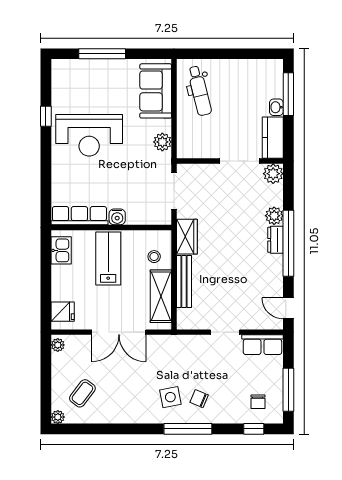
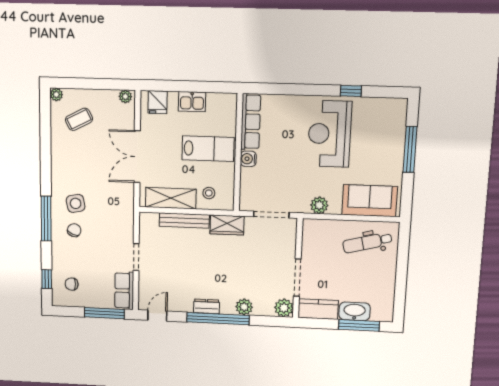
washbasin: (276, 107) -> (355, 311), width x1.91, depth x1.45
dresser: (275, 240) -> (207, 306), moved
kitchen sink: (61, 250) -> (192, 102), moved
window: (288, 390) -> (104, 313), moved
coffee table: (82, 393) -> (79, 119), turned -64

